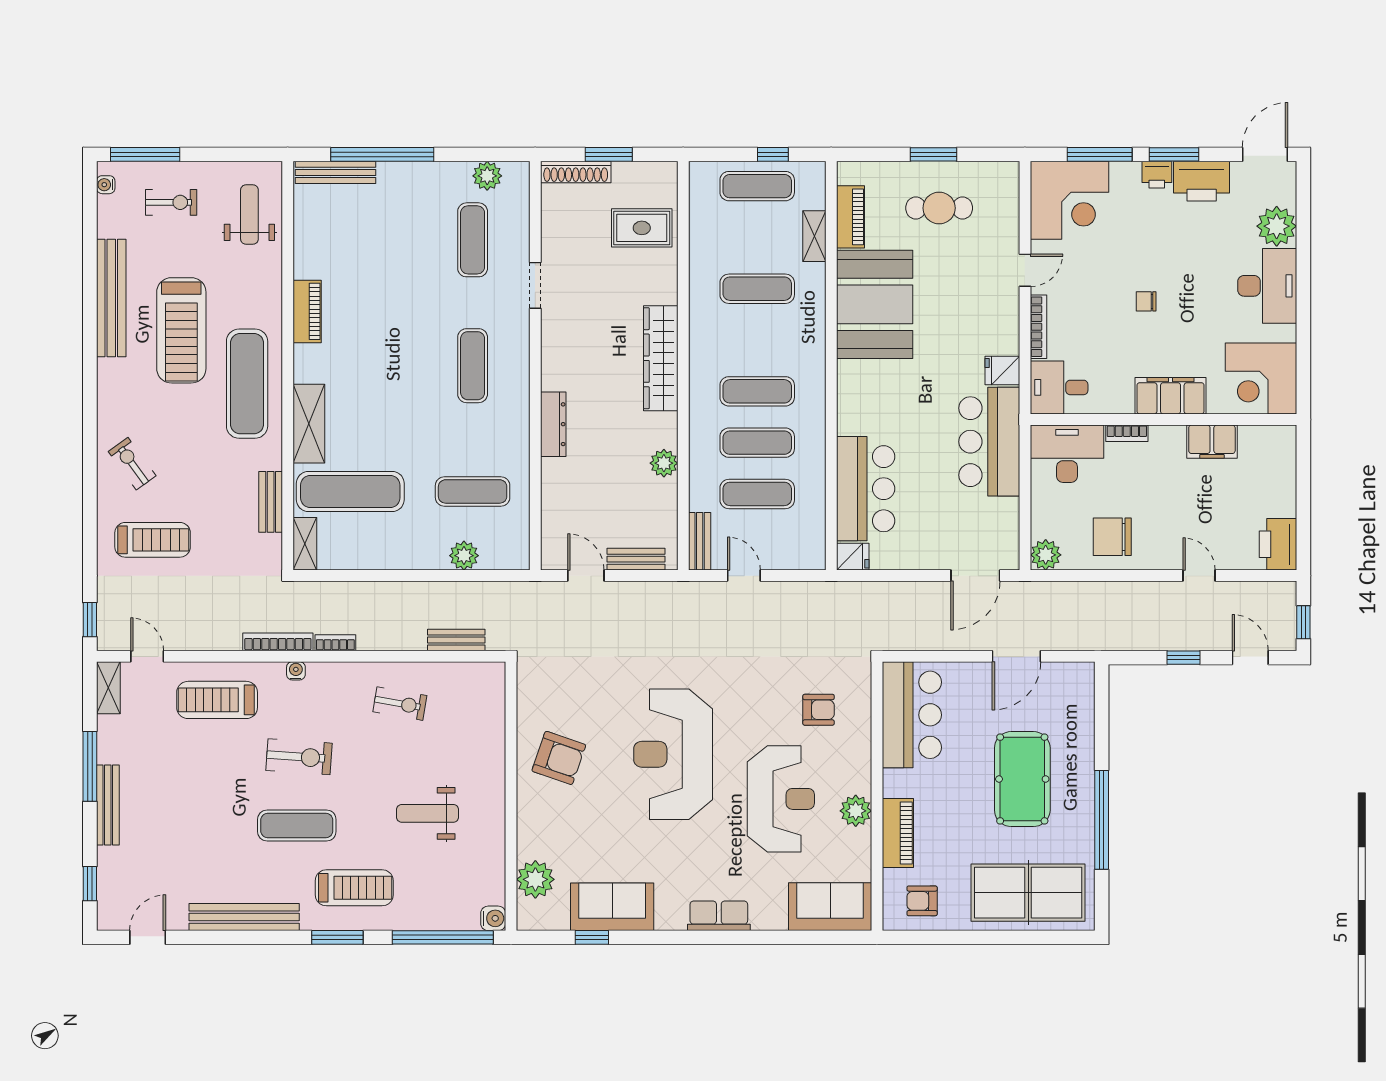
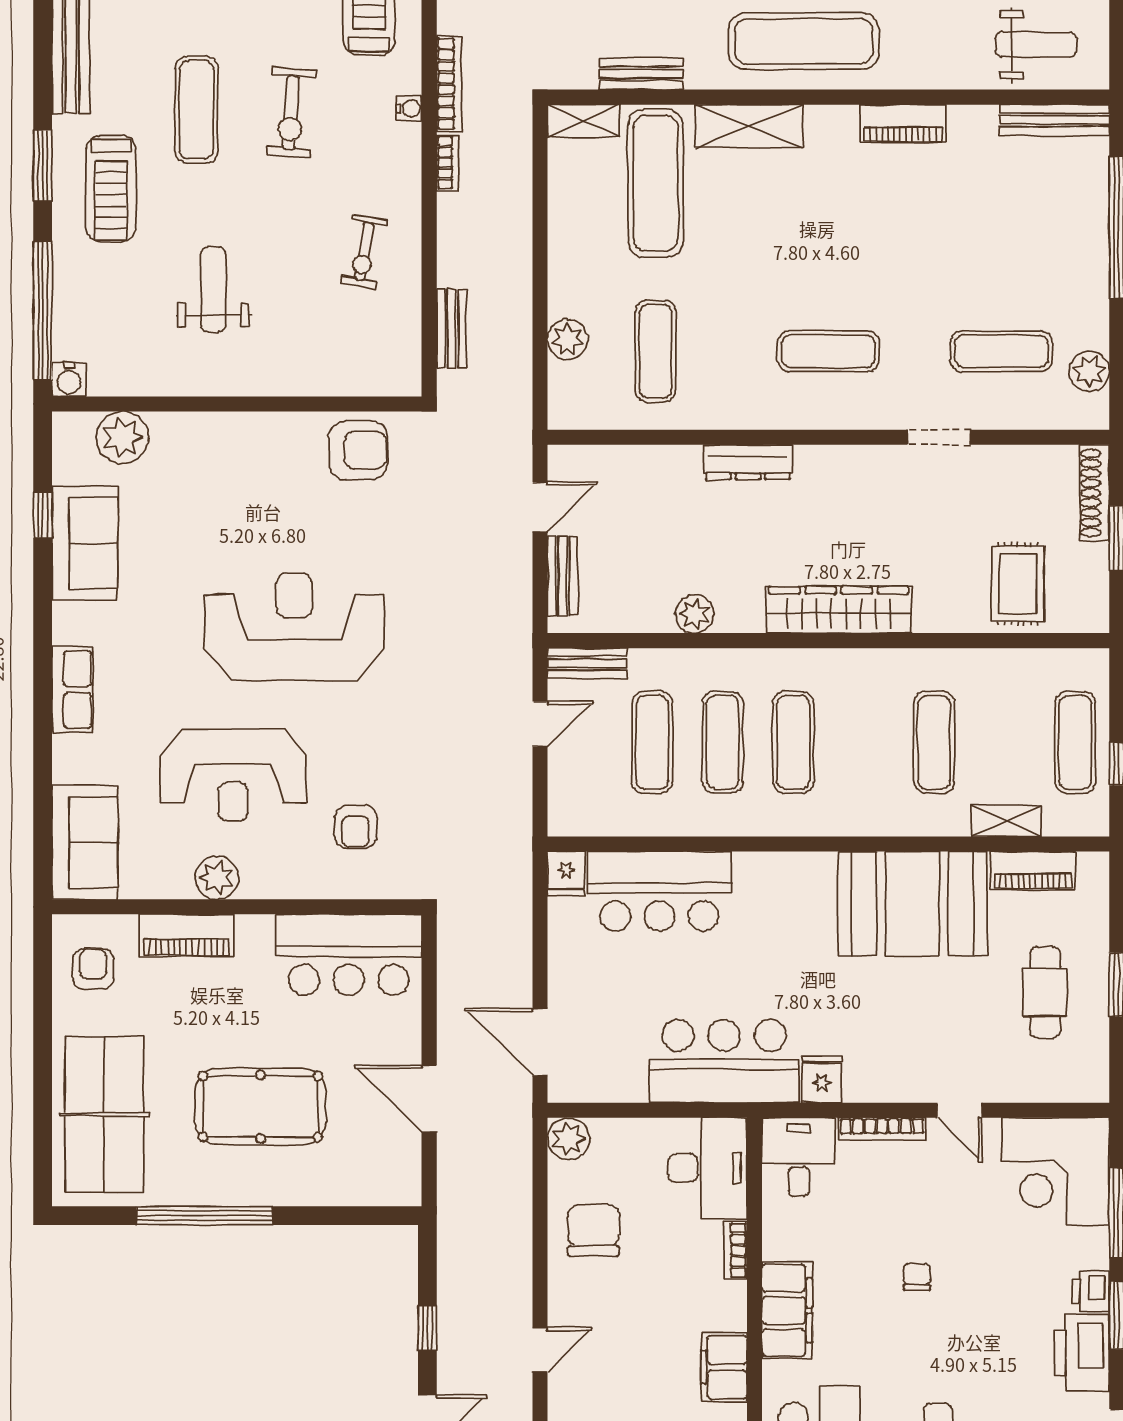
bench: (336, 172) -> (1054, 120), moved, turned 90
armchair: (559, 758) -> (358, 450), moved, turned -109

